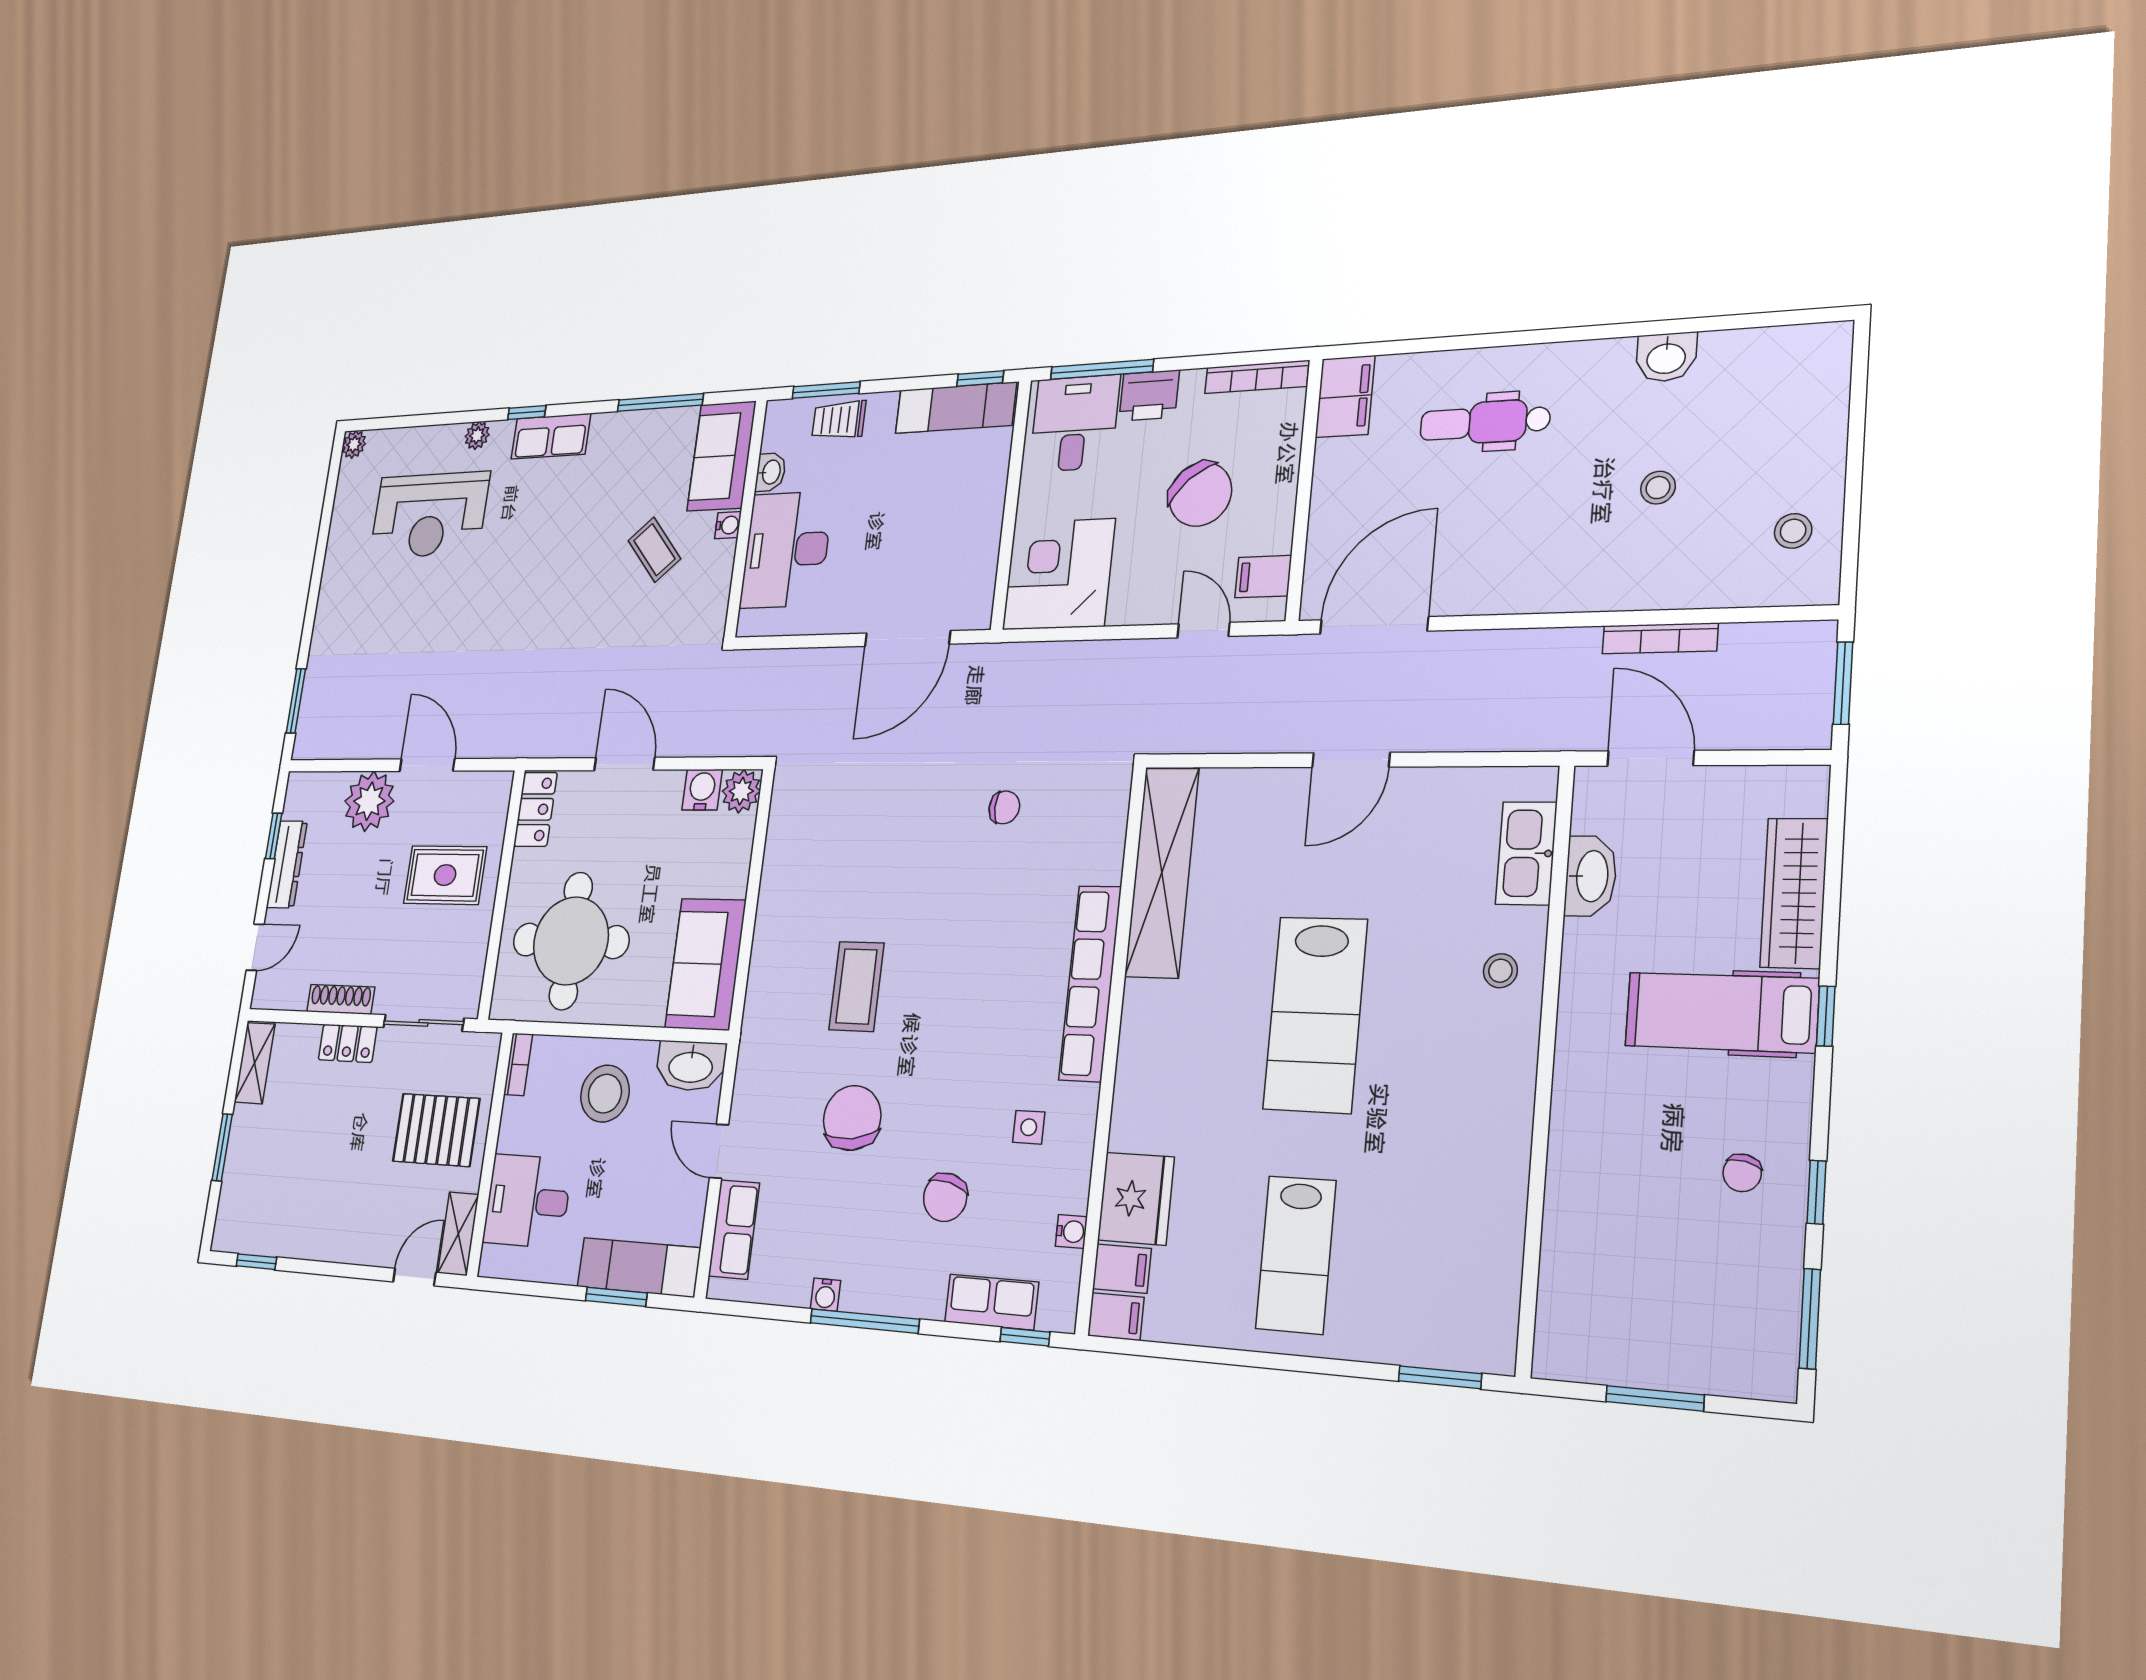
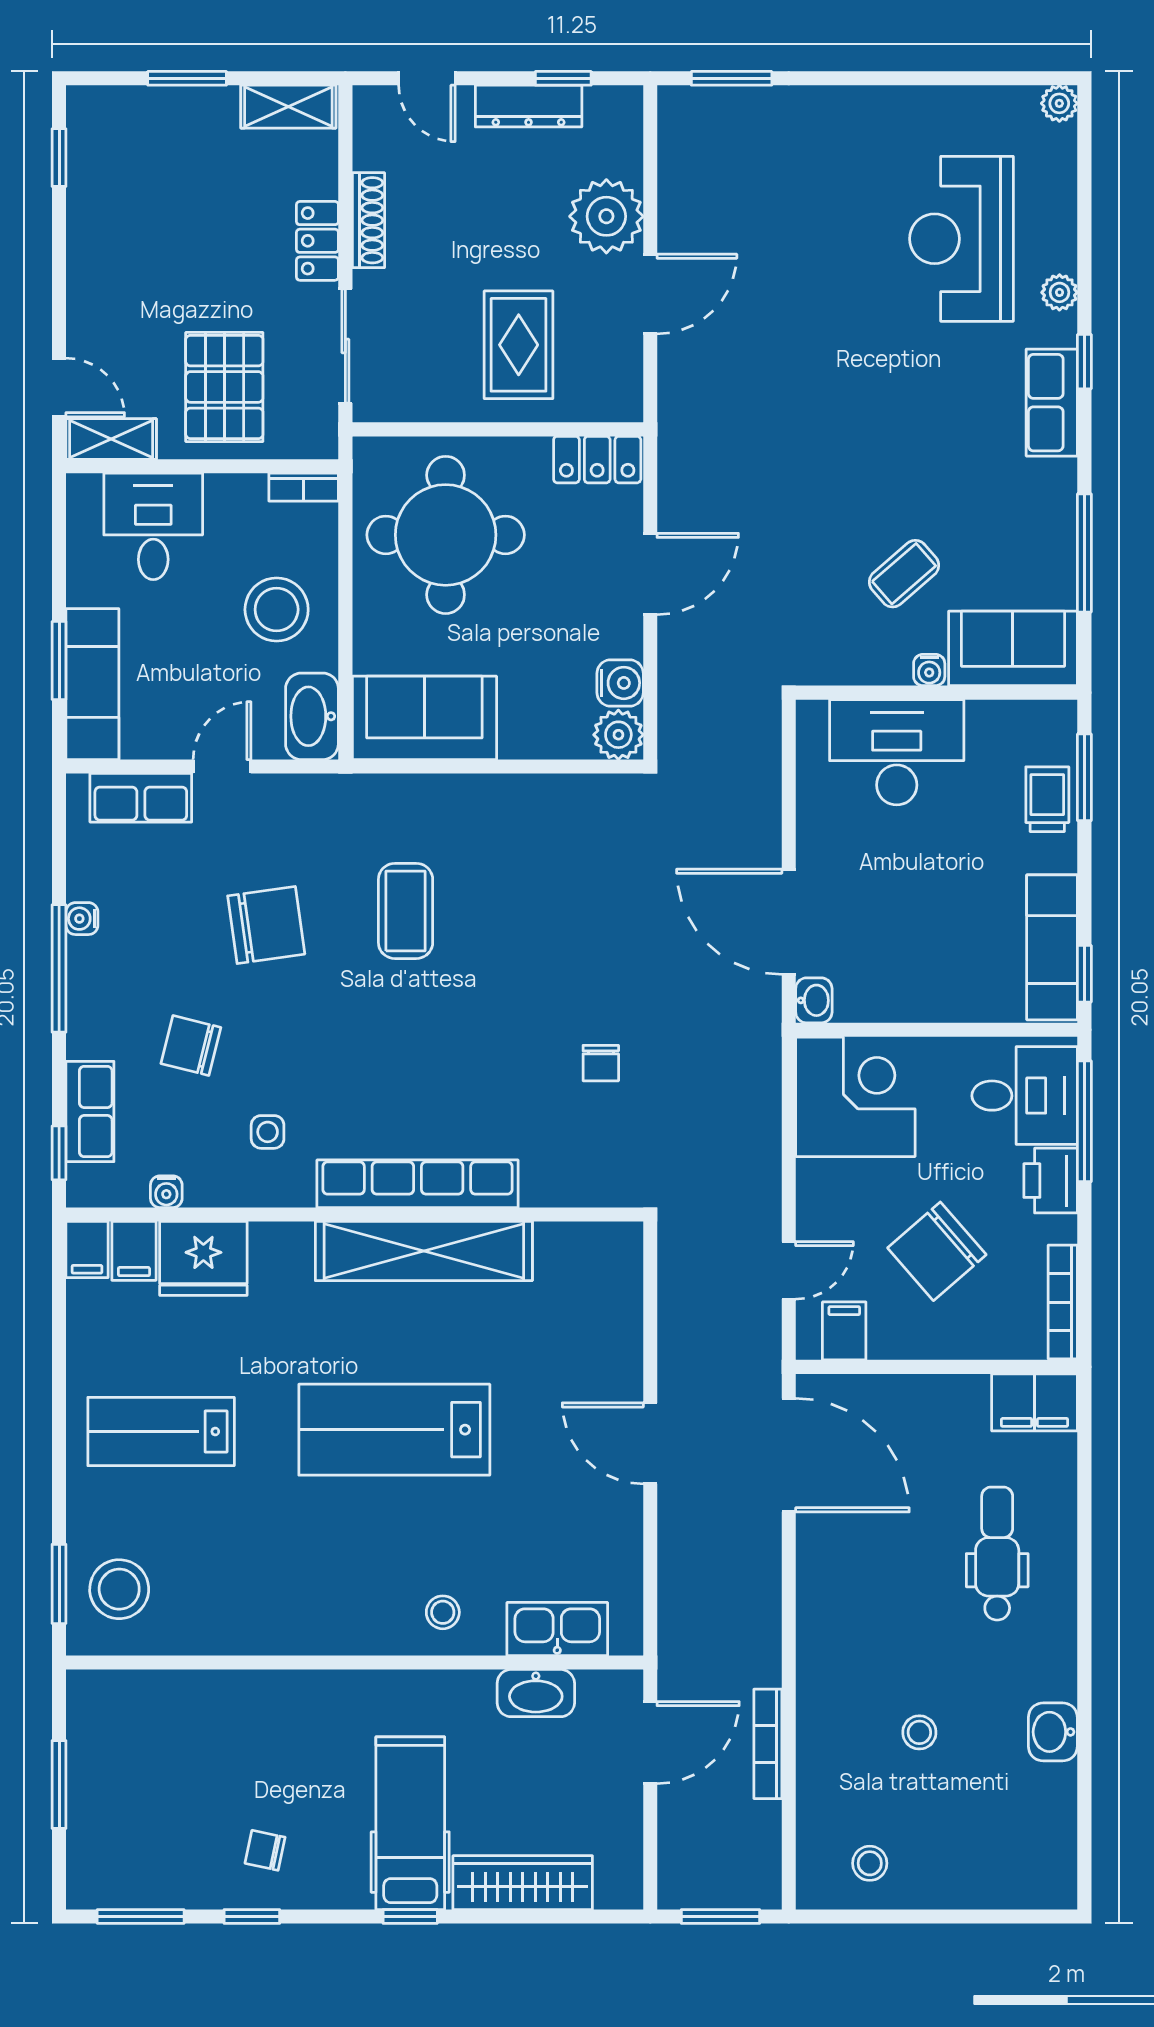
washbasin: (771, 472) -> (814, 1000), moved, turned -90
shelving: (1162, 872) -> (424, 1251), moved
coffee table: (856, 986) -> (406, 911), turned 90
stool: (1450, 1312) -> (119, 1589), added

